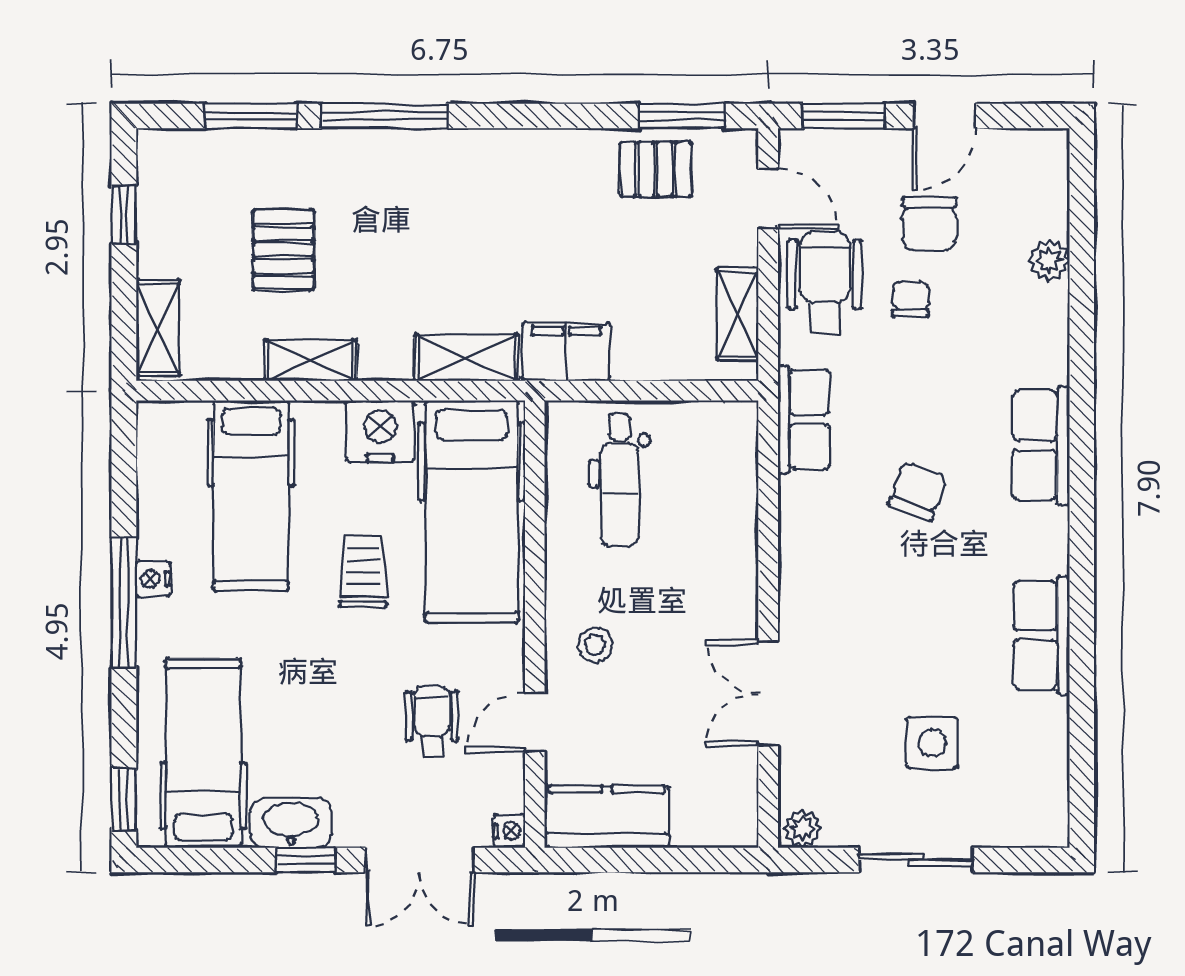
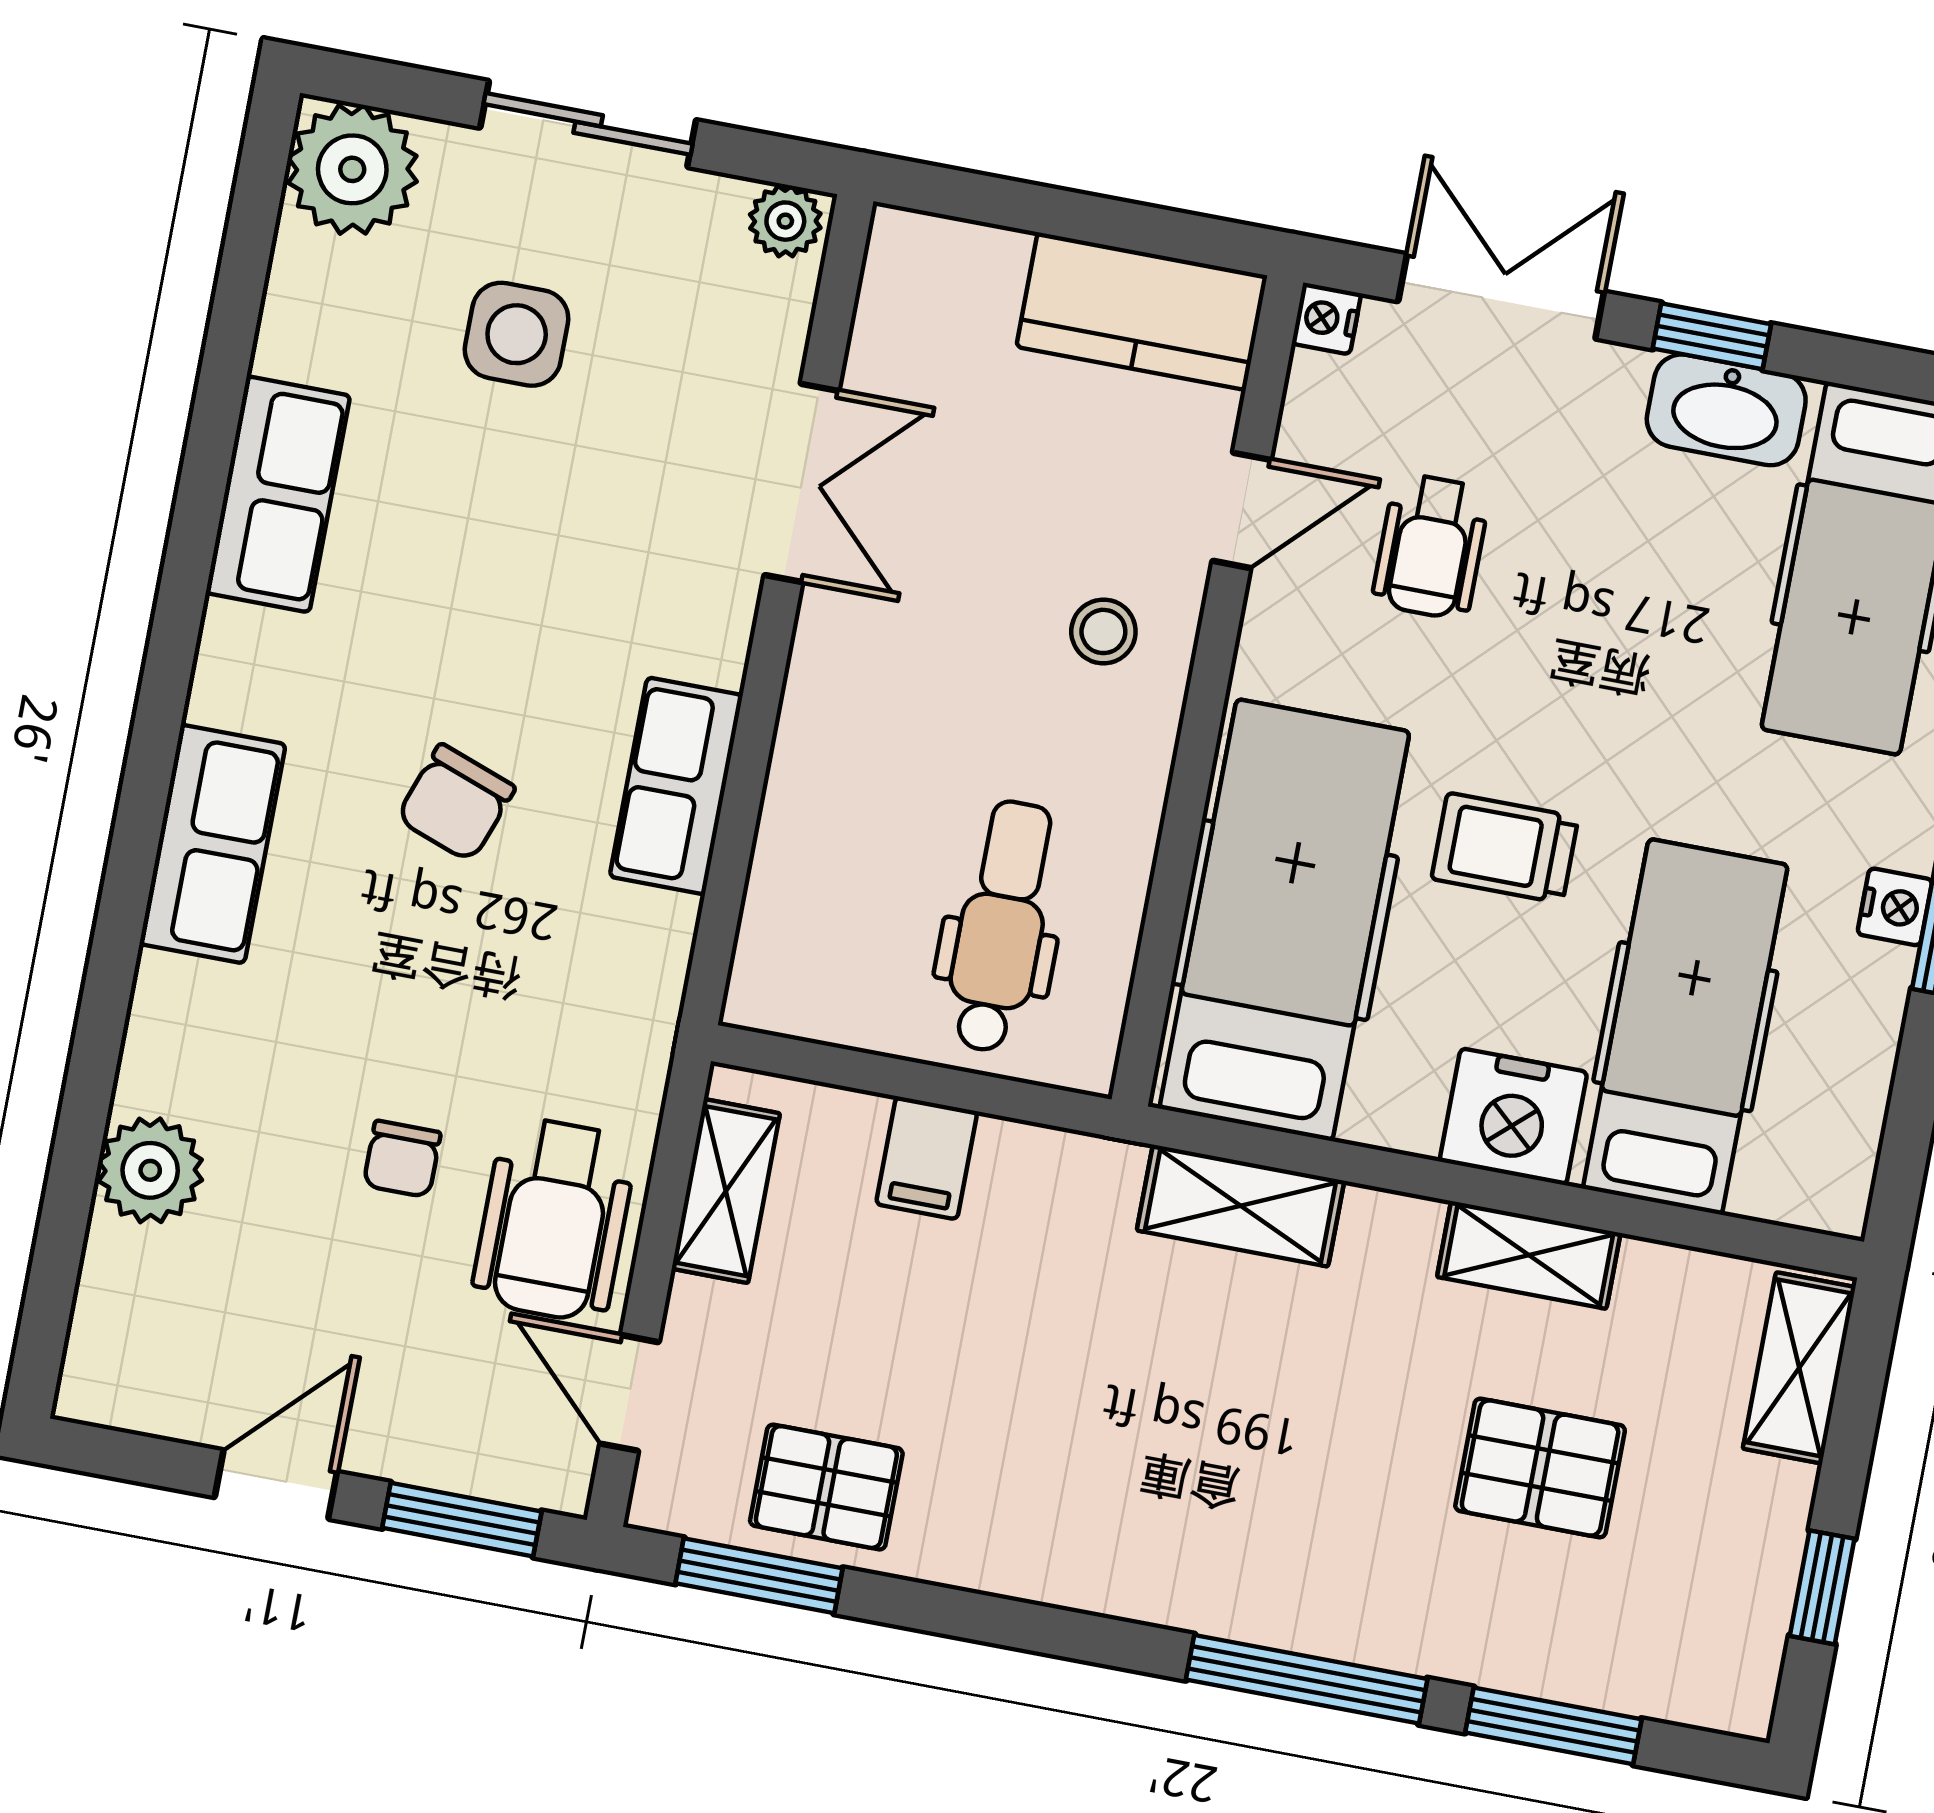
chair: (929, 224) -> (341, 1292), removed
pallet: (283, 250) -> (1540, 1468), turned 90
plant: (1049, 260) -> (150, 1170), width x1.38, depth x1.38
filing cabinet: (566, 352) -> (927, 1158), moved, width x0.50
row of seats: (804, 419) -> (676, 786), moved
nightstand: (380, 431) -> (1513, 1117), moved
trolley: (363, 571) -> (1505, 848), turned 90
plant: (1035, 813) -> (352, 169), added

